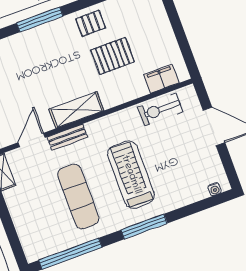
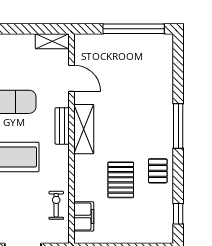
exercise bike: (160, 109) -> (56, 205), width x0.73, depth x0.72
bench: (67, 137) -> (62, 126), moved

